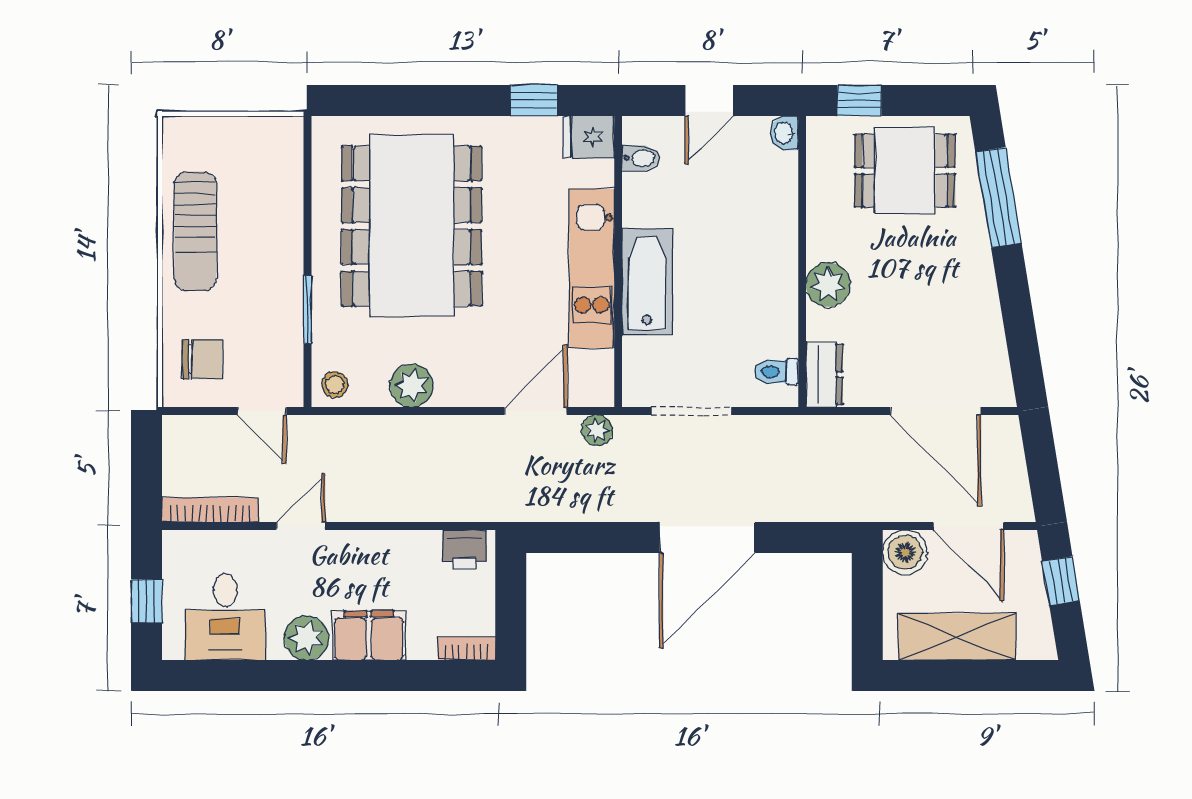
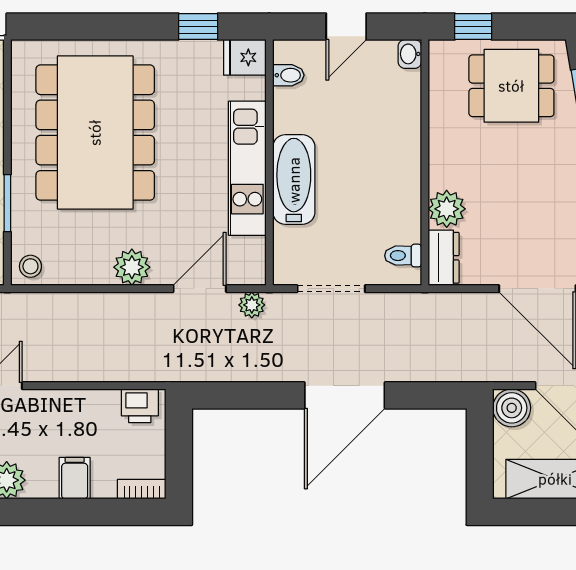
plant: (828, 285) -> (447, 209), moved
plant: (412, 386) -> (132, 267), moved
filing cabinet: (369, 636) -> (75, 478), width x0.50

